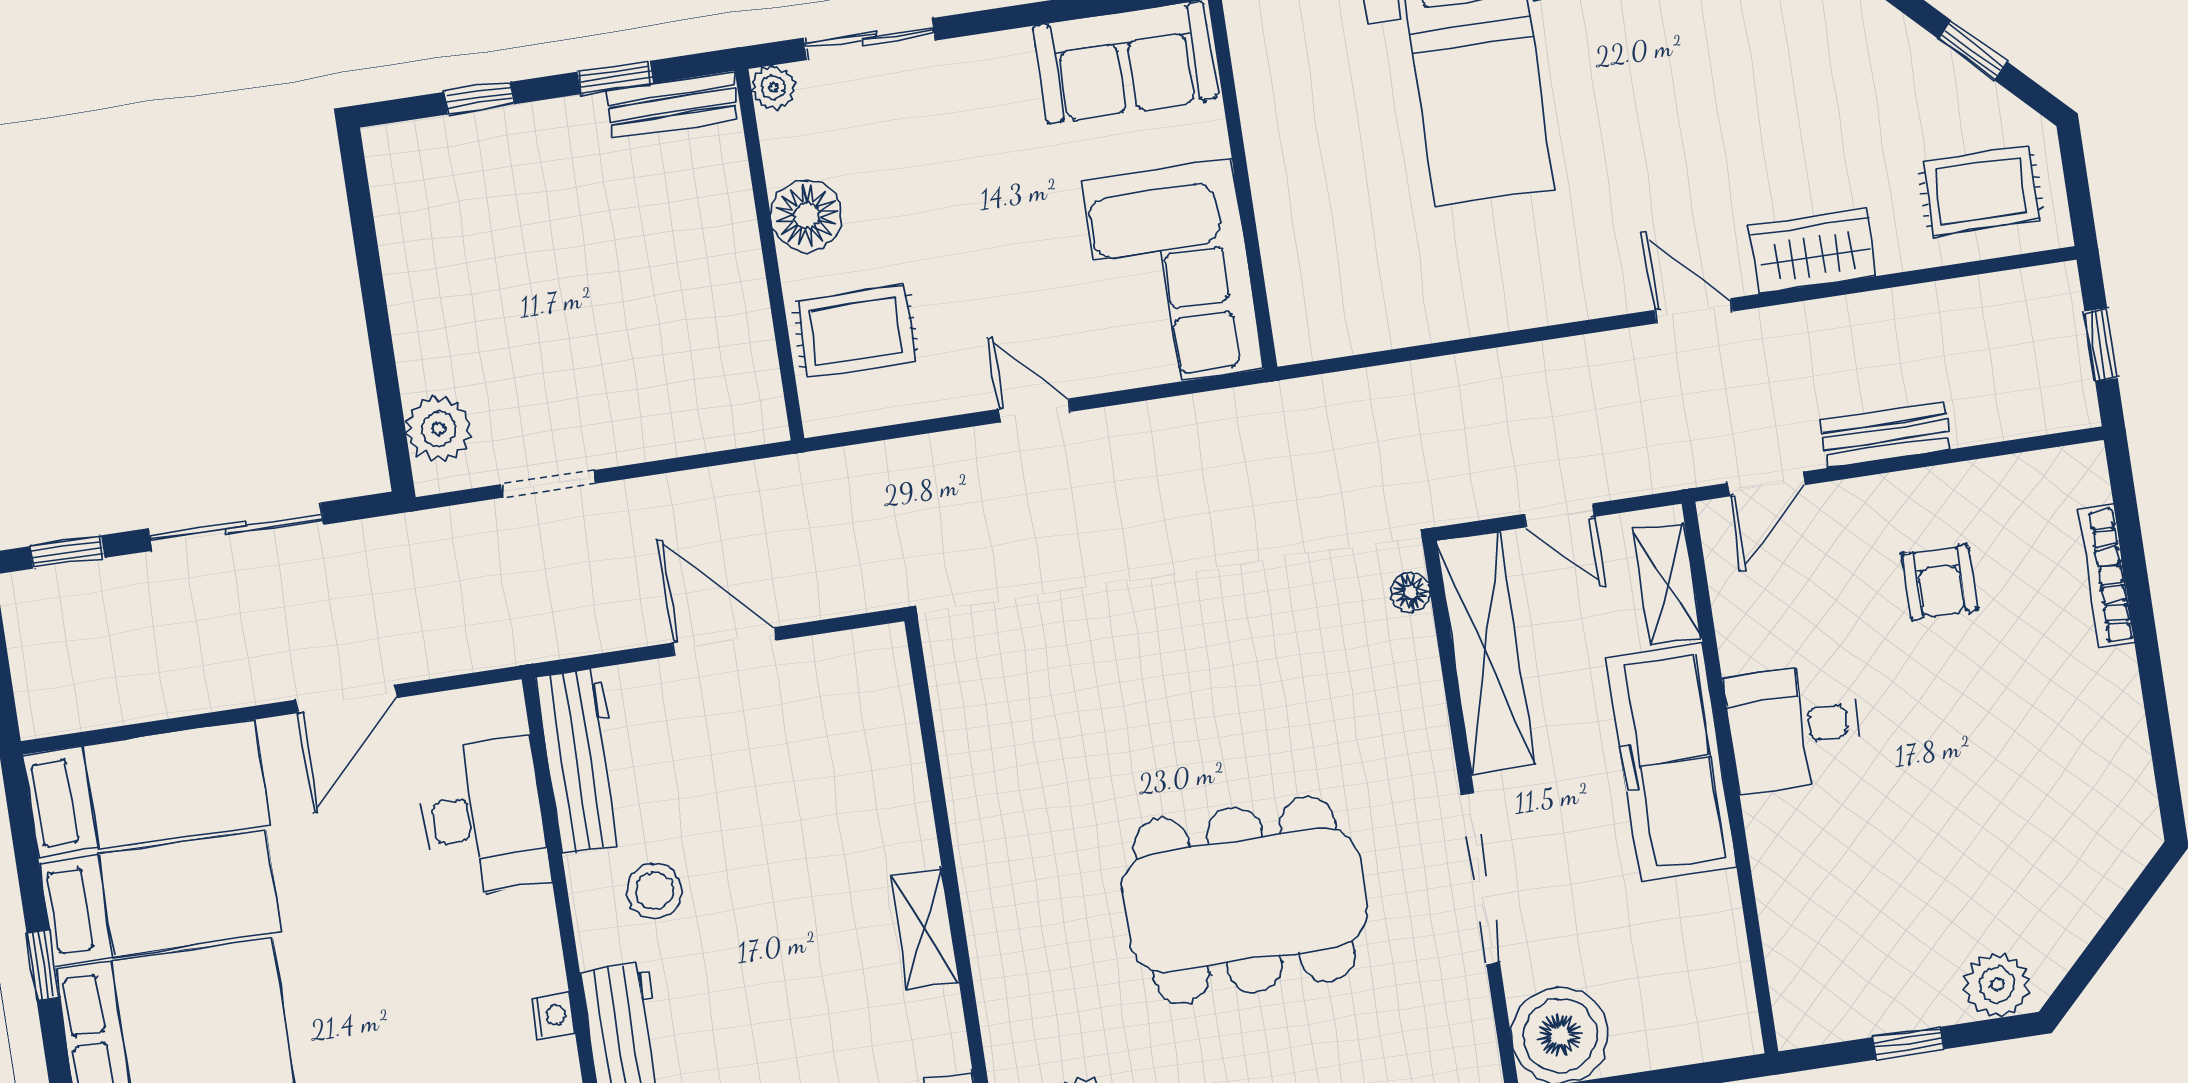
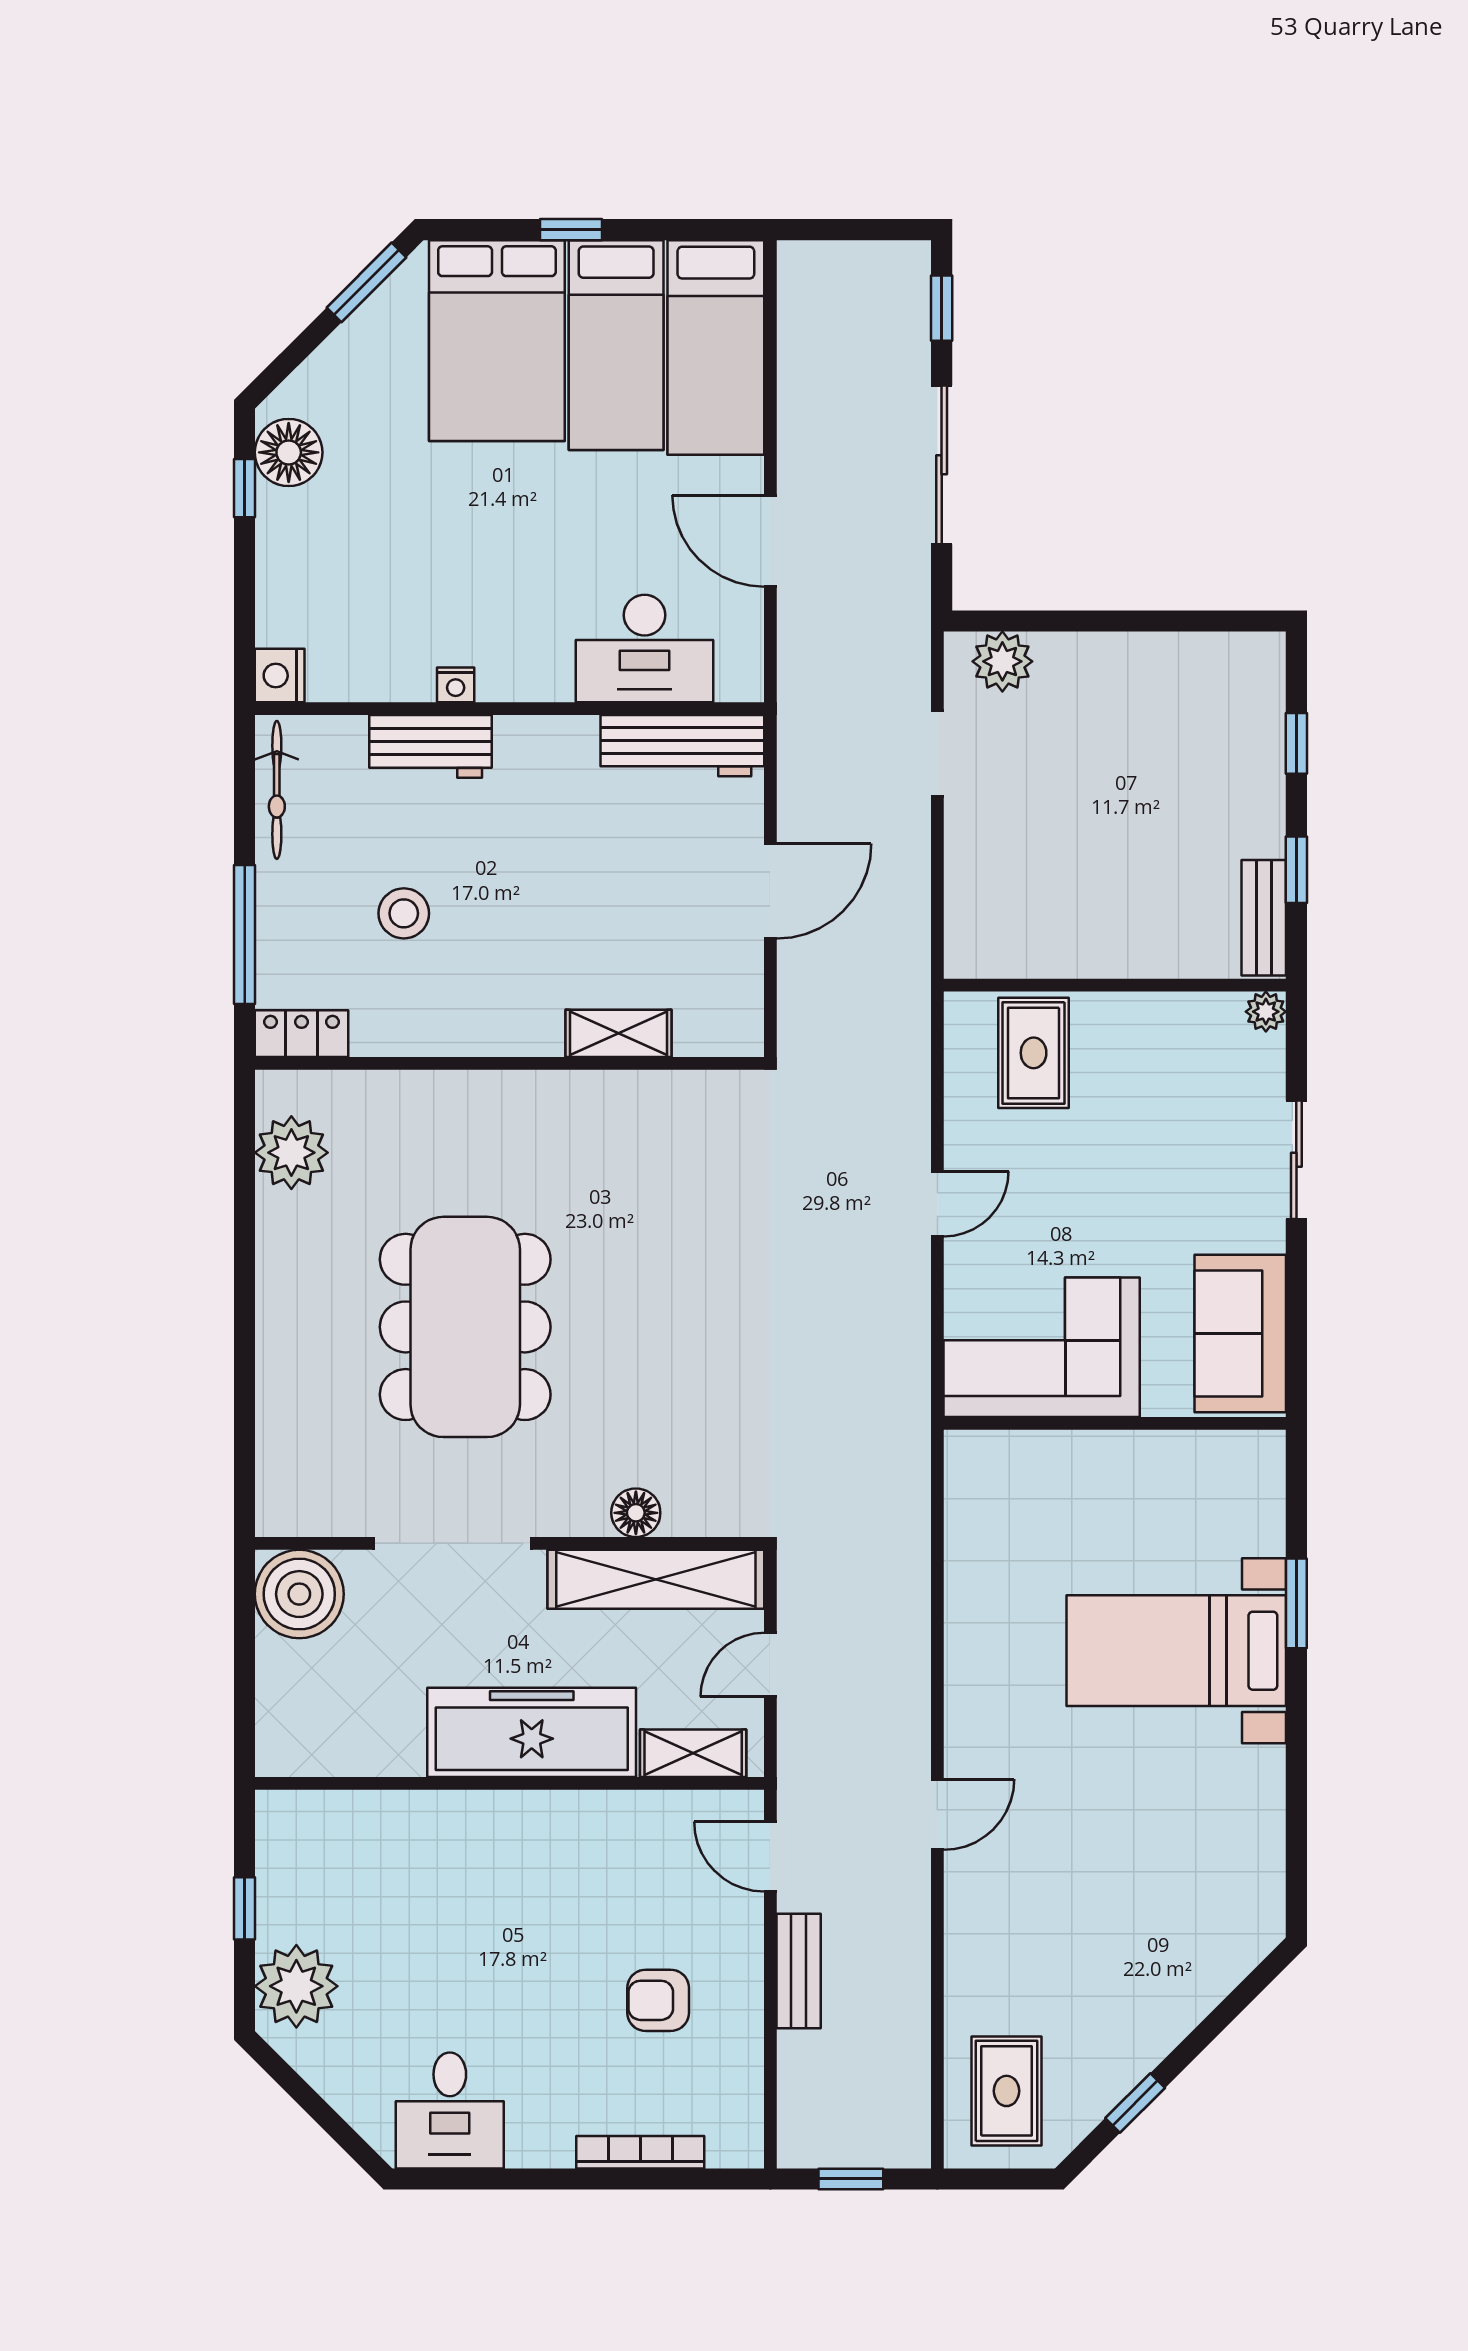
sliding door: (869, 39) -> (1296, 1160), moved
floor lamp: (807, 216) -> (1145, 1024), removed
wardrobe: (1813, 251) -> (975, 1931), removed
floor lamp: (1410, 592) -> (636, 1513), moved, width x1.37, depth x1.37
desk: (1793, 727) -> (450, 2110), moved, turned 180
stool: (655, 891) -> (404, 913), moved
shelving: (925, 929) -> (619, 1033), moved
plant: (1997, 985) -> (296, 1986), width x1.36, depth x1.36

